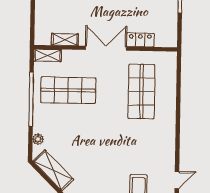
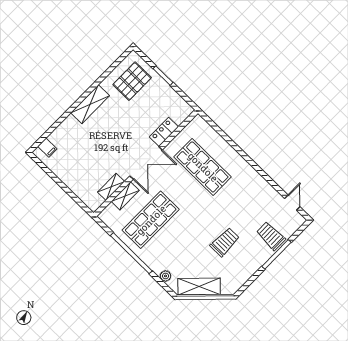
double door: (106, 48) -> (146, 163), swing flipped
shelving: (48, 55) -> (125, 196), moved
trolley: (103, 159) -> (225, 242), added

